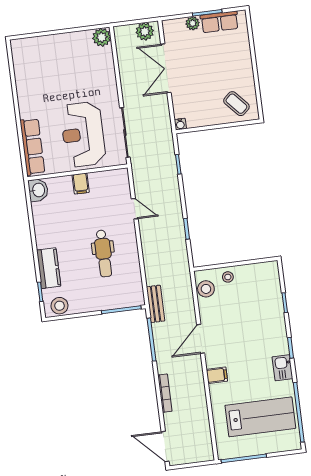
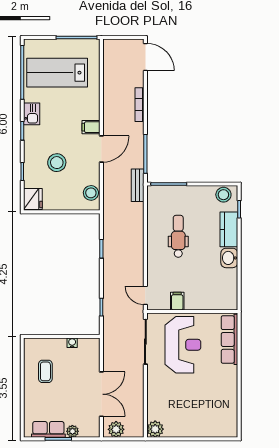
coffee table: (236, 104) -> (45, 371), moved, turned 42
water cooler: (180, 124) -> (72, 343), moved
filing cabinet: (81, 184) -> (177, 301), moved
washbasin: (38, 190) -> (229, 258), moved
door: (135, 209) -> (145, 295), moved
fridge: (269, 274) -> (33, 199), added
stool: (228, 277) -> (57, 163), moved, width x1.89, depth x1.89
filing cabinet: (217, 375) -> (91, 127), moved

